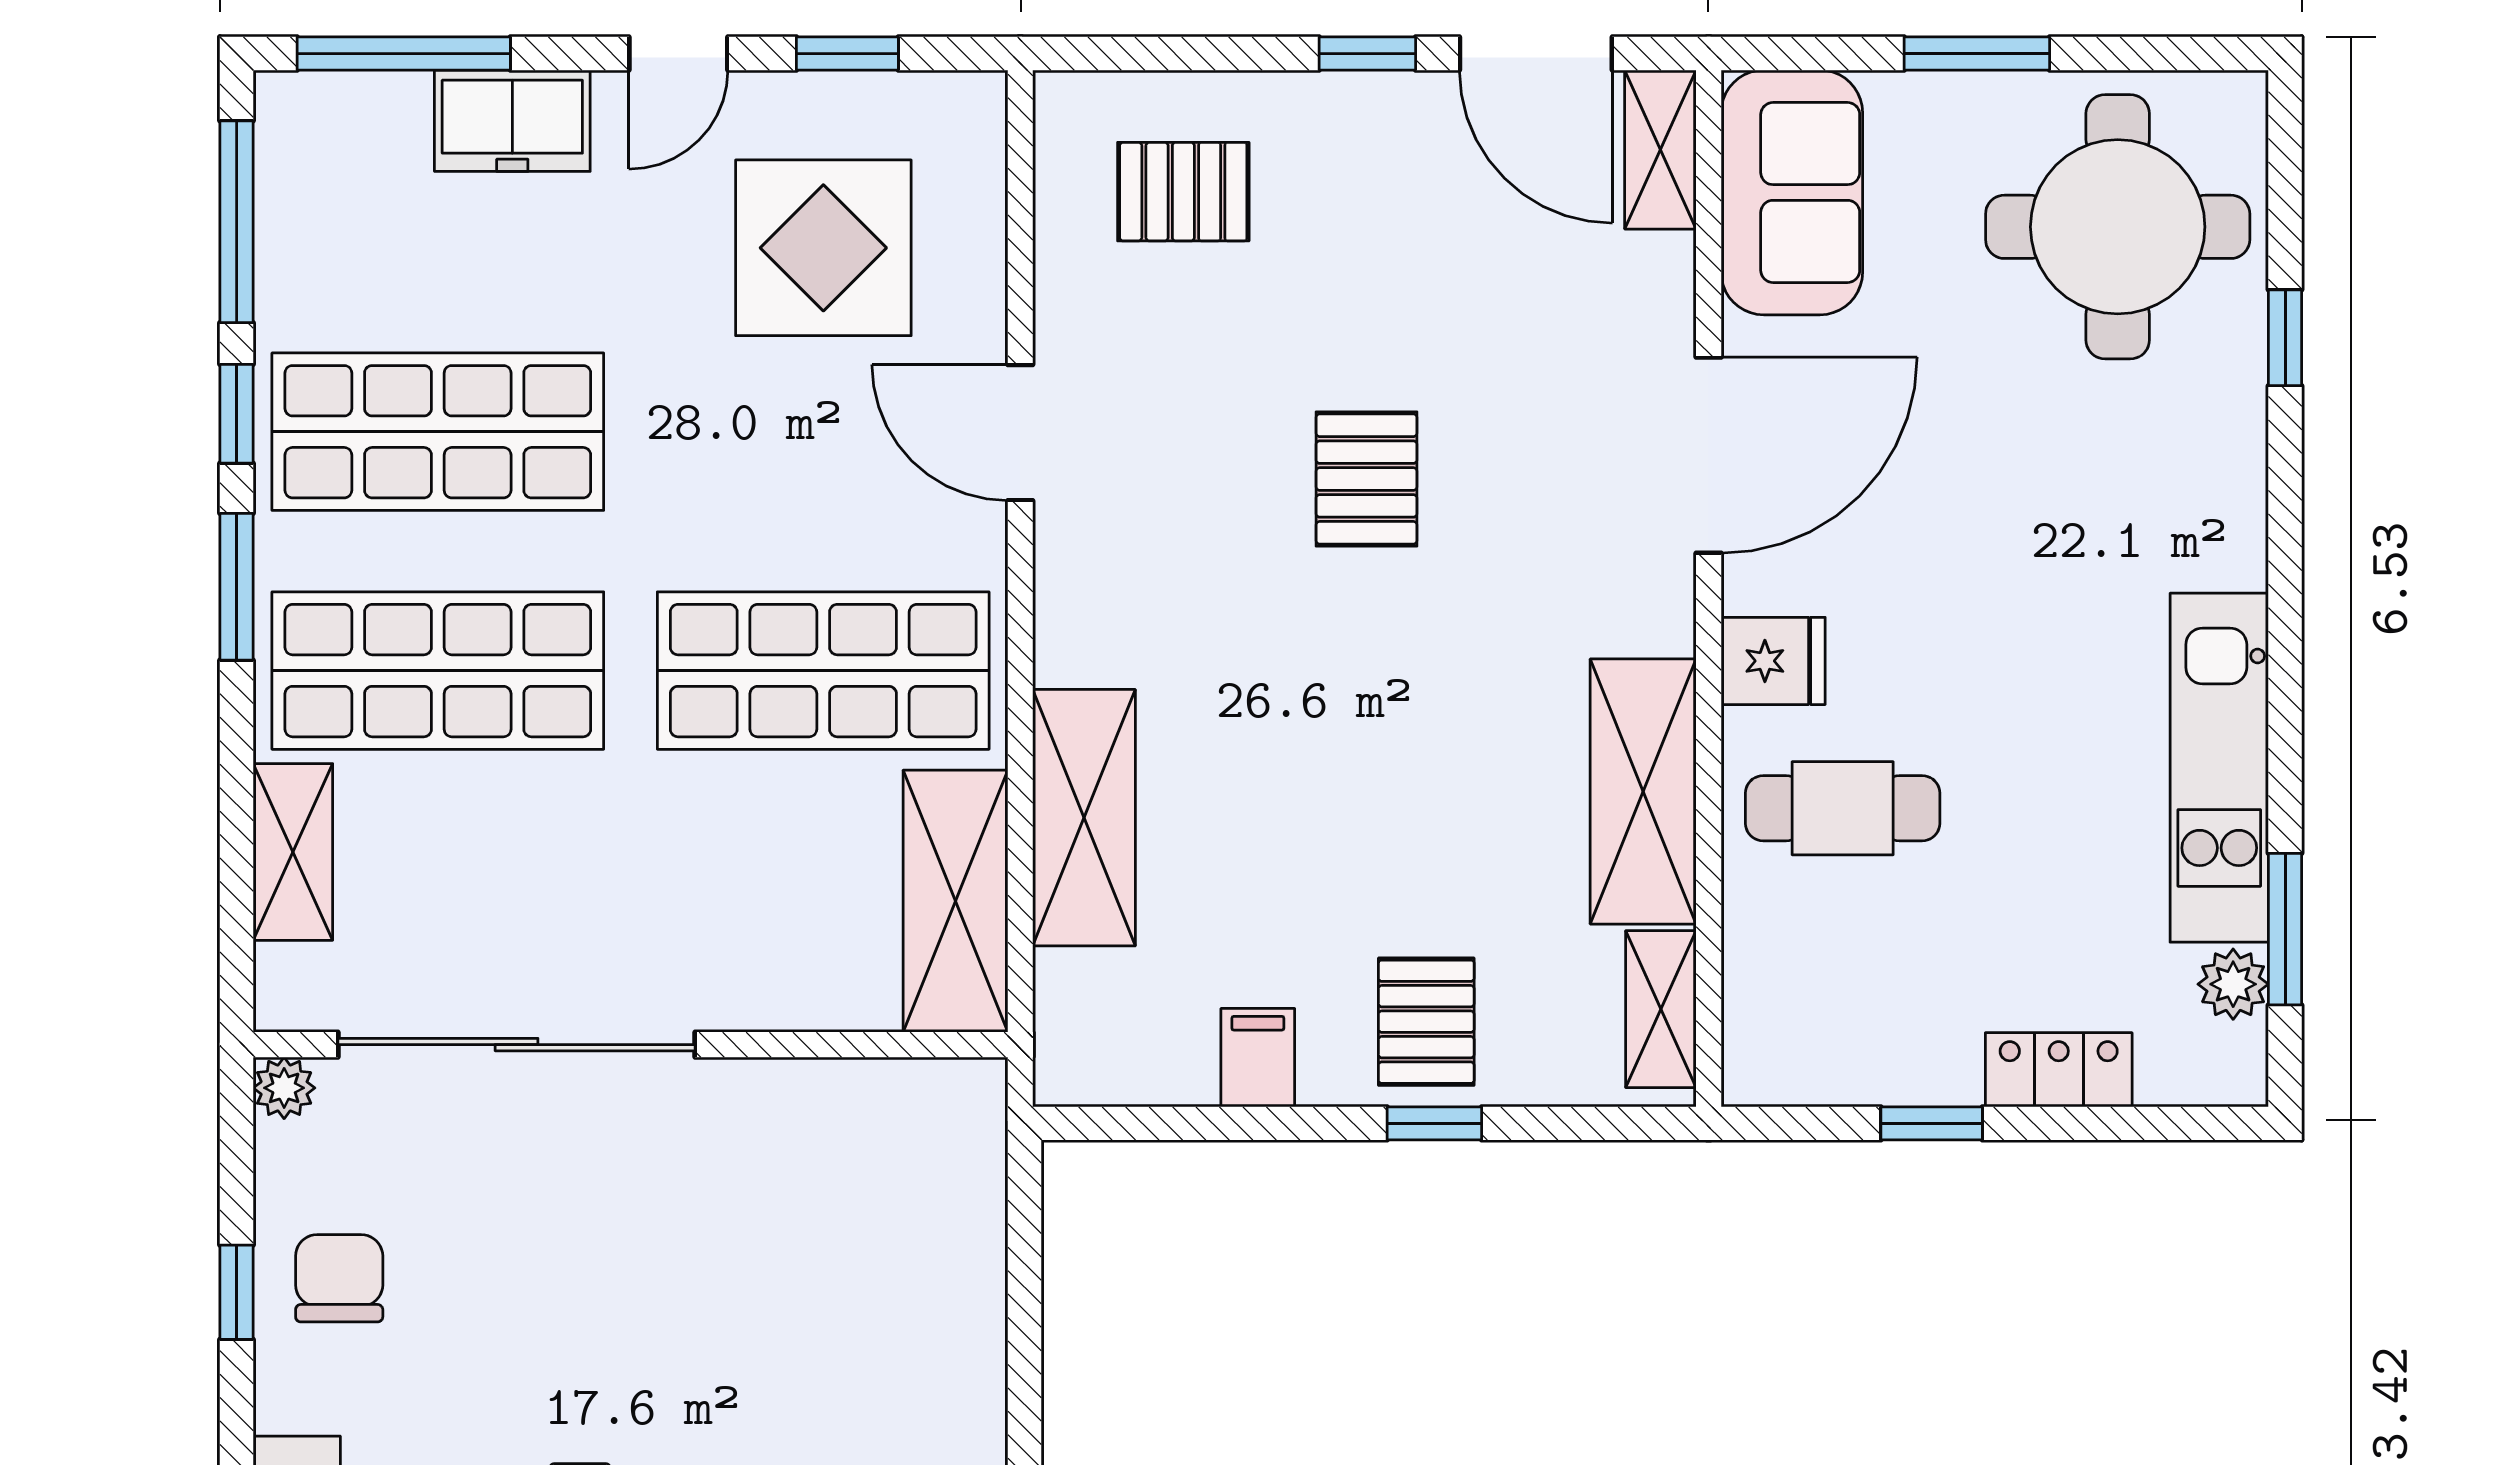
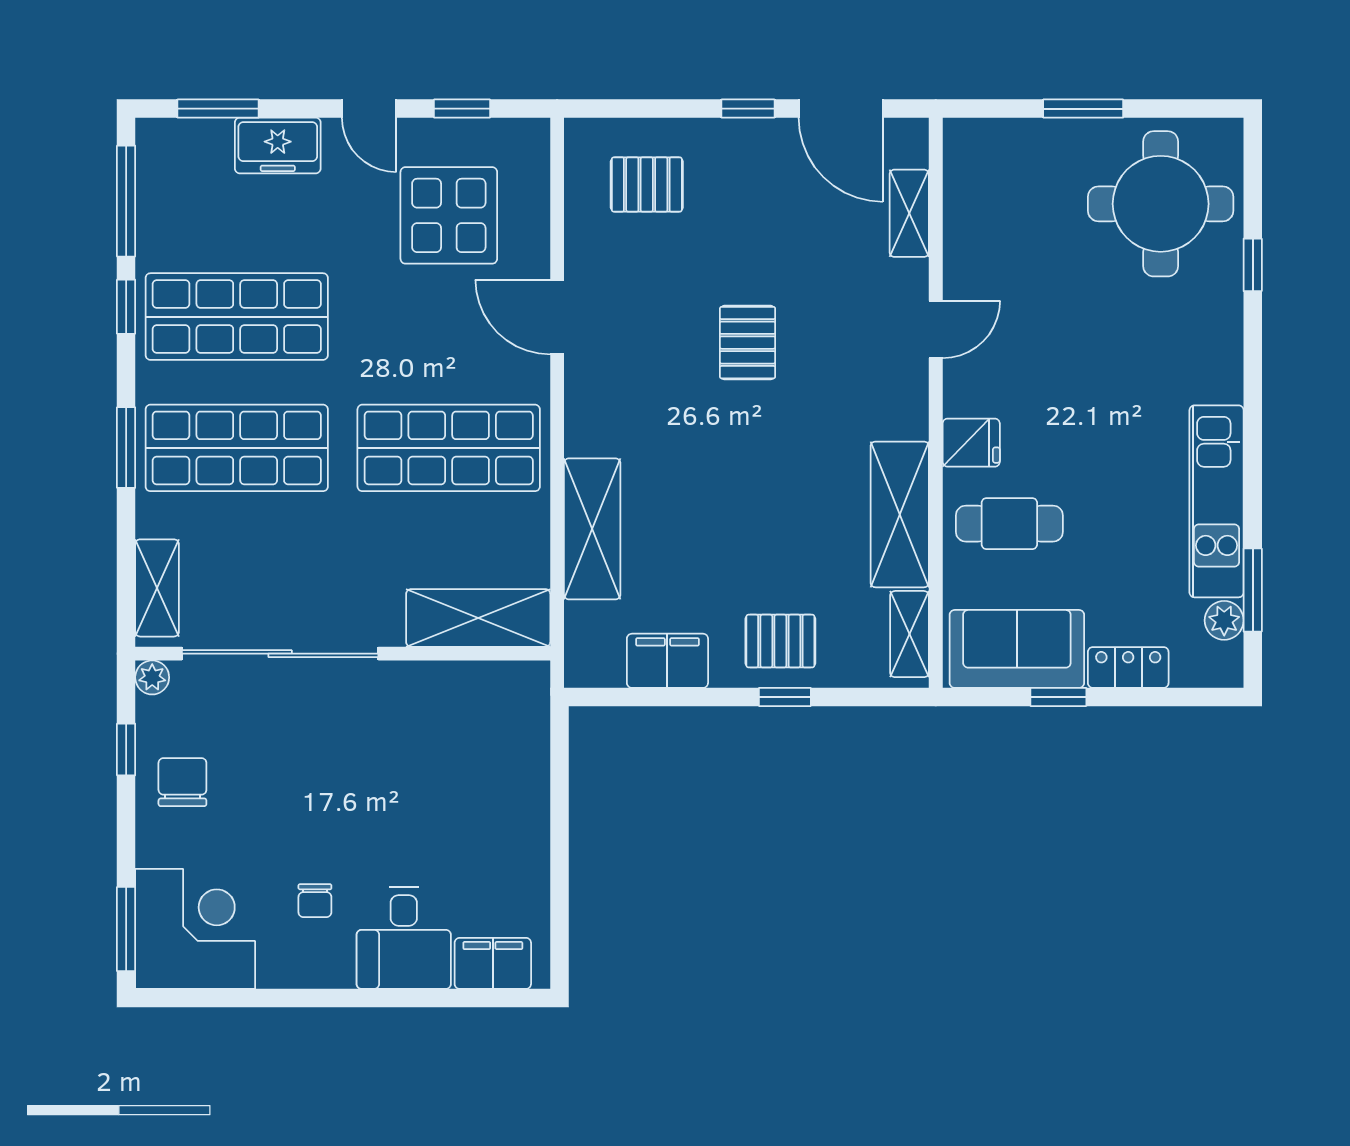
window: (404, 54) -> (218, 109), width x0.69
door: (678, 54) -> (369, 109), hinge flipped
shelving: (1660, 150) -> (909, 213), moved
sofa: (1792, 192) -> (1017, 649), moved, turned -90
door: (1709, 455) -> (936, 329), width x0.53
window: (237, 587) -> (126, 448), moved
shelving: (293, 852) -> (157, 588), moved
shelving: (955, 901) -> (478, 618), moved, turned 90
pallet: (1426, 1022) -> (780, 641), turned 90
filing cabinet: (1258, 1058) -> (667, 661), width x2.00
window: (237, 1292) -> (126, 750), moved

